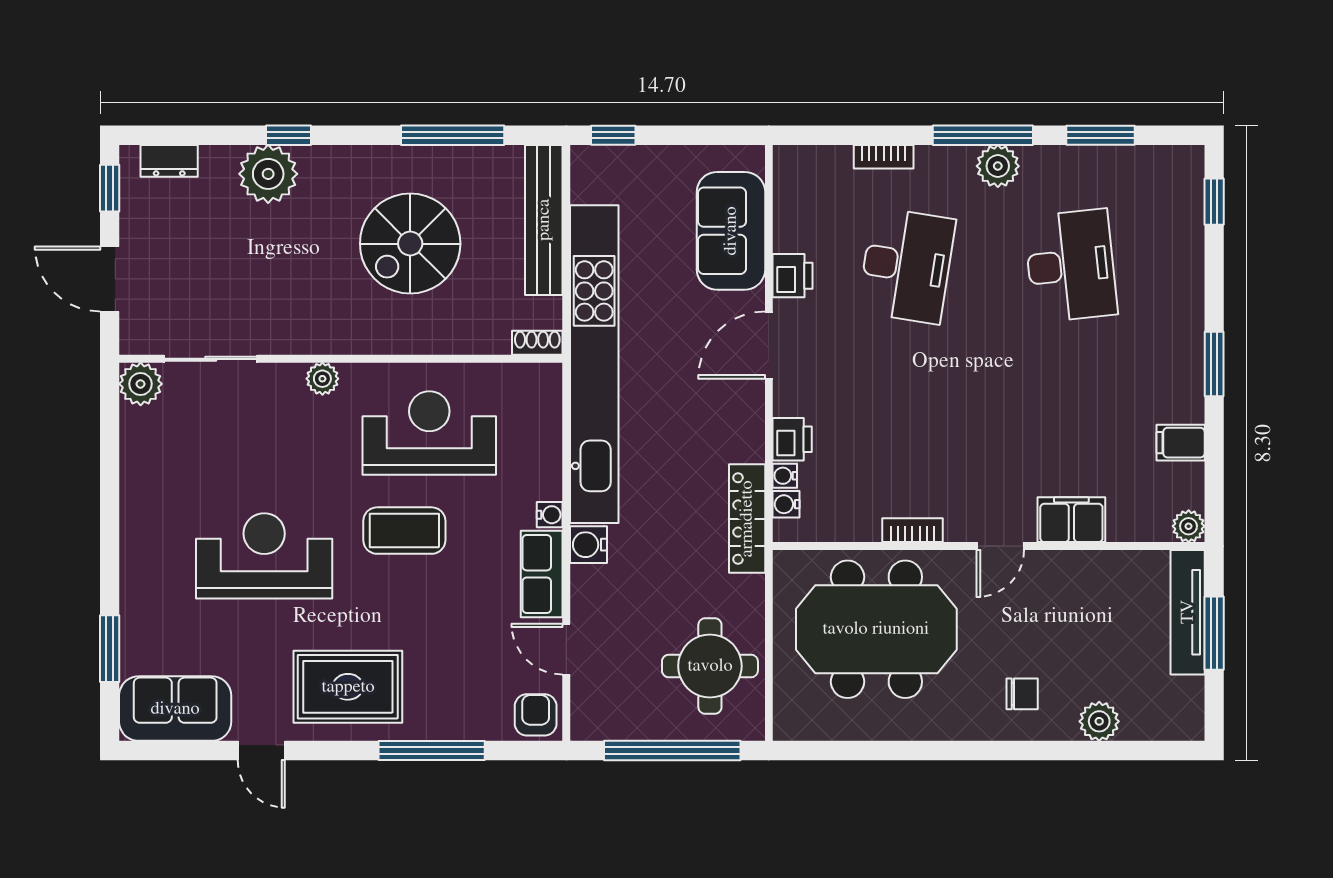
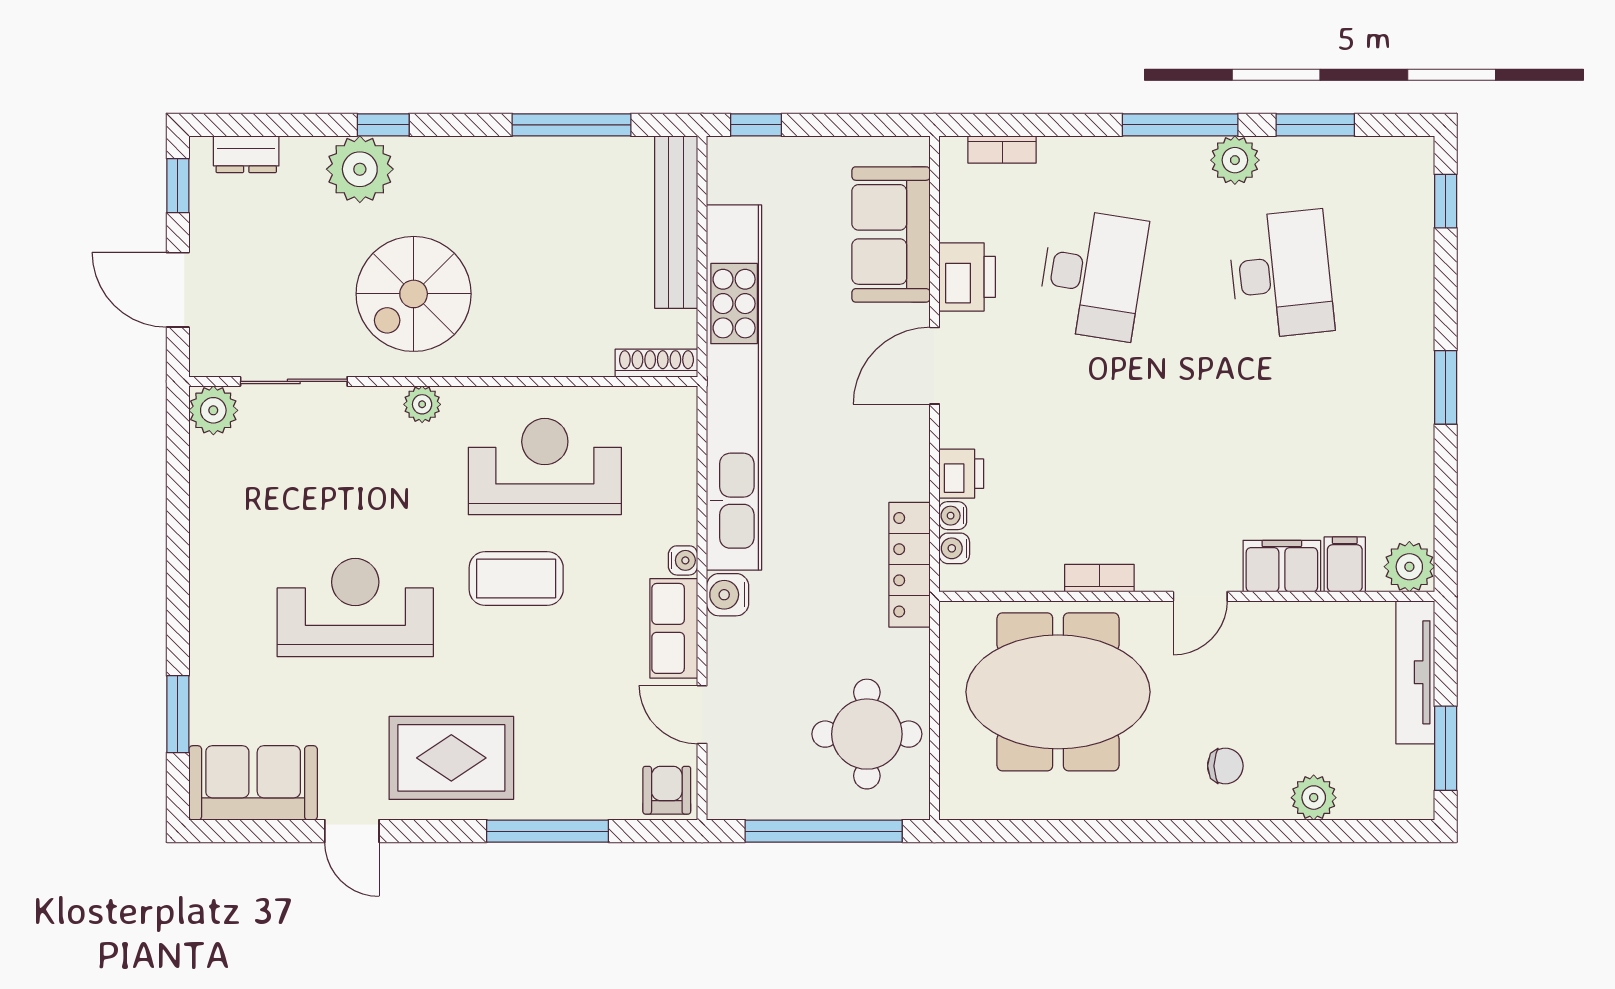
bookcase: (884, 157) -> (1002, 149), moved
plant: (998, 166) -> (1235, 160), moved
spiral stairs: (410, 244) -> (414, 294), moved
printer: (792, 276) -> (967, 277), width x1.36, depth x1.24
shoe rack: (537, 343) -> (656, 363), width x1.43
filing cabinet: (1181, 443) -> (1345, 564), moved, turned 90
plant: (1189, 526) -> (1409, 567), width x1.38, depth x1.38
window: (1214, 633) -> (1446, 748), moved

